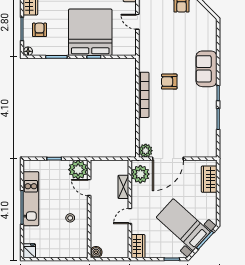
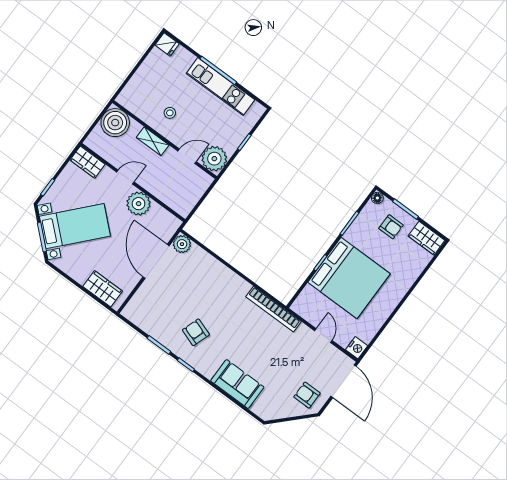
door: (137, 22) -> (323, 336), hinge flipped
sofa: (206, 69) -> (237, 384), moved
armchair: (169, 82) -> (196, 332), moved, turned -71
bookcase: (144, 95) -> (273, 309), moved
plant: (140, 174) -> (139, 204), moved
shelving: (123, 187) -> (153, 141), moved
door: (130, 216) -> (125, 177), hinge flipped
boiler: (96, 252) -> (115, 123), width x1.86, depth x1.86

